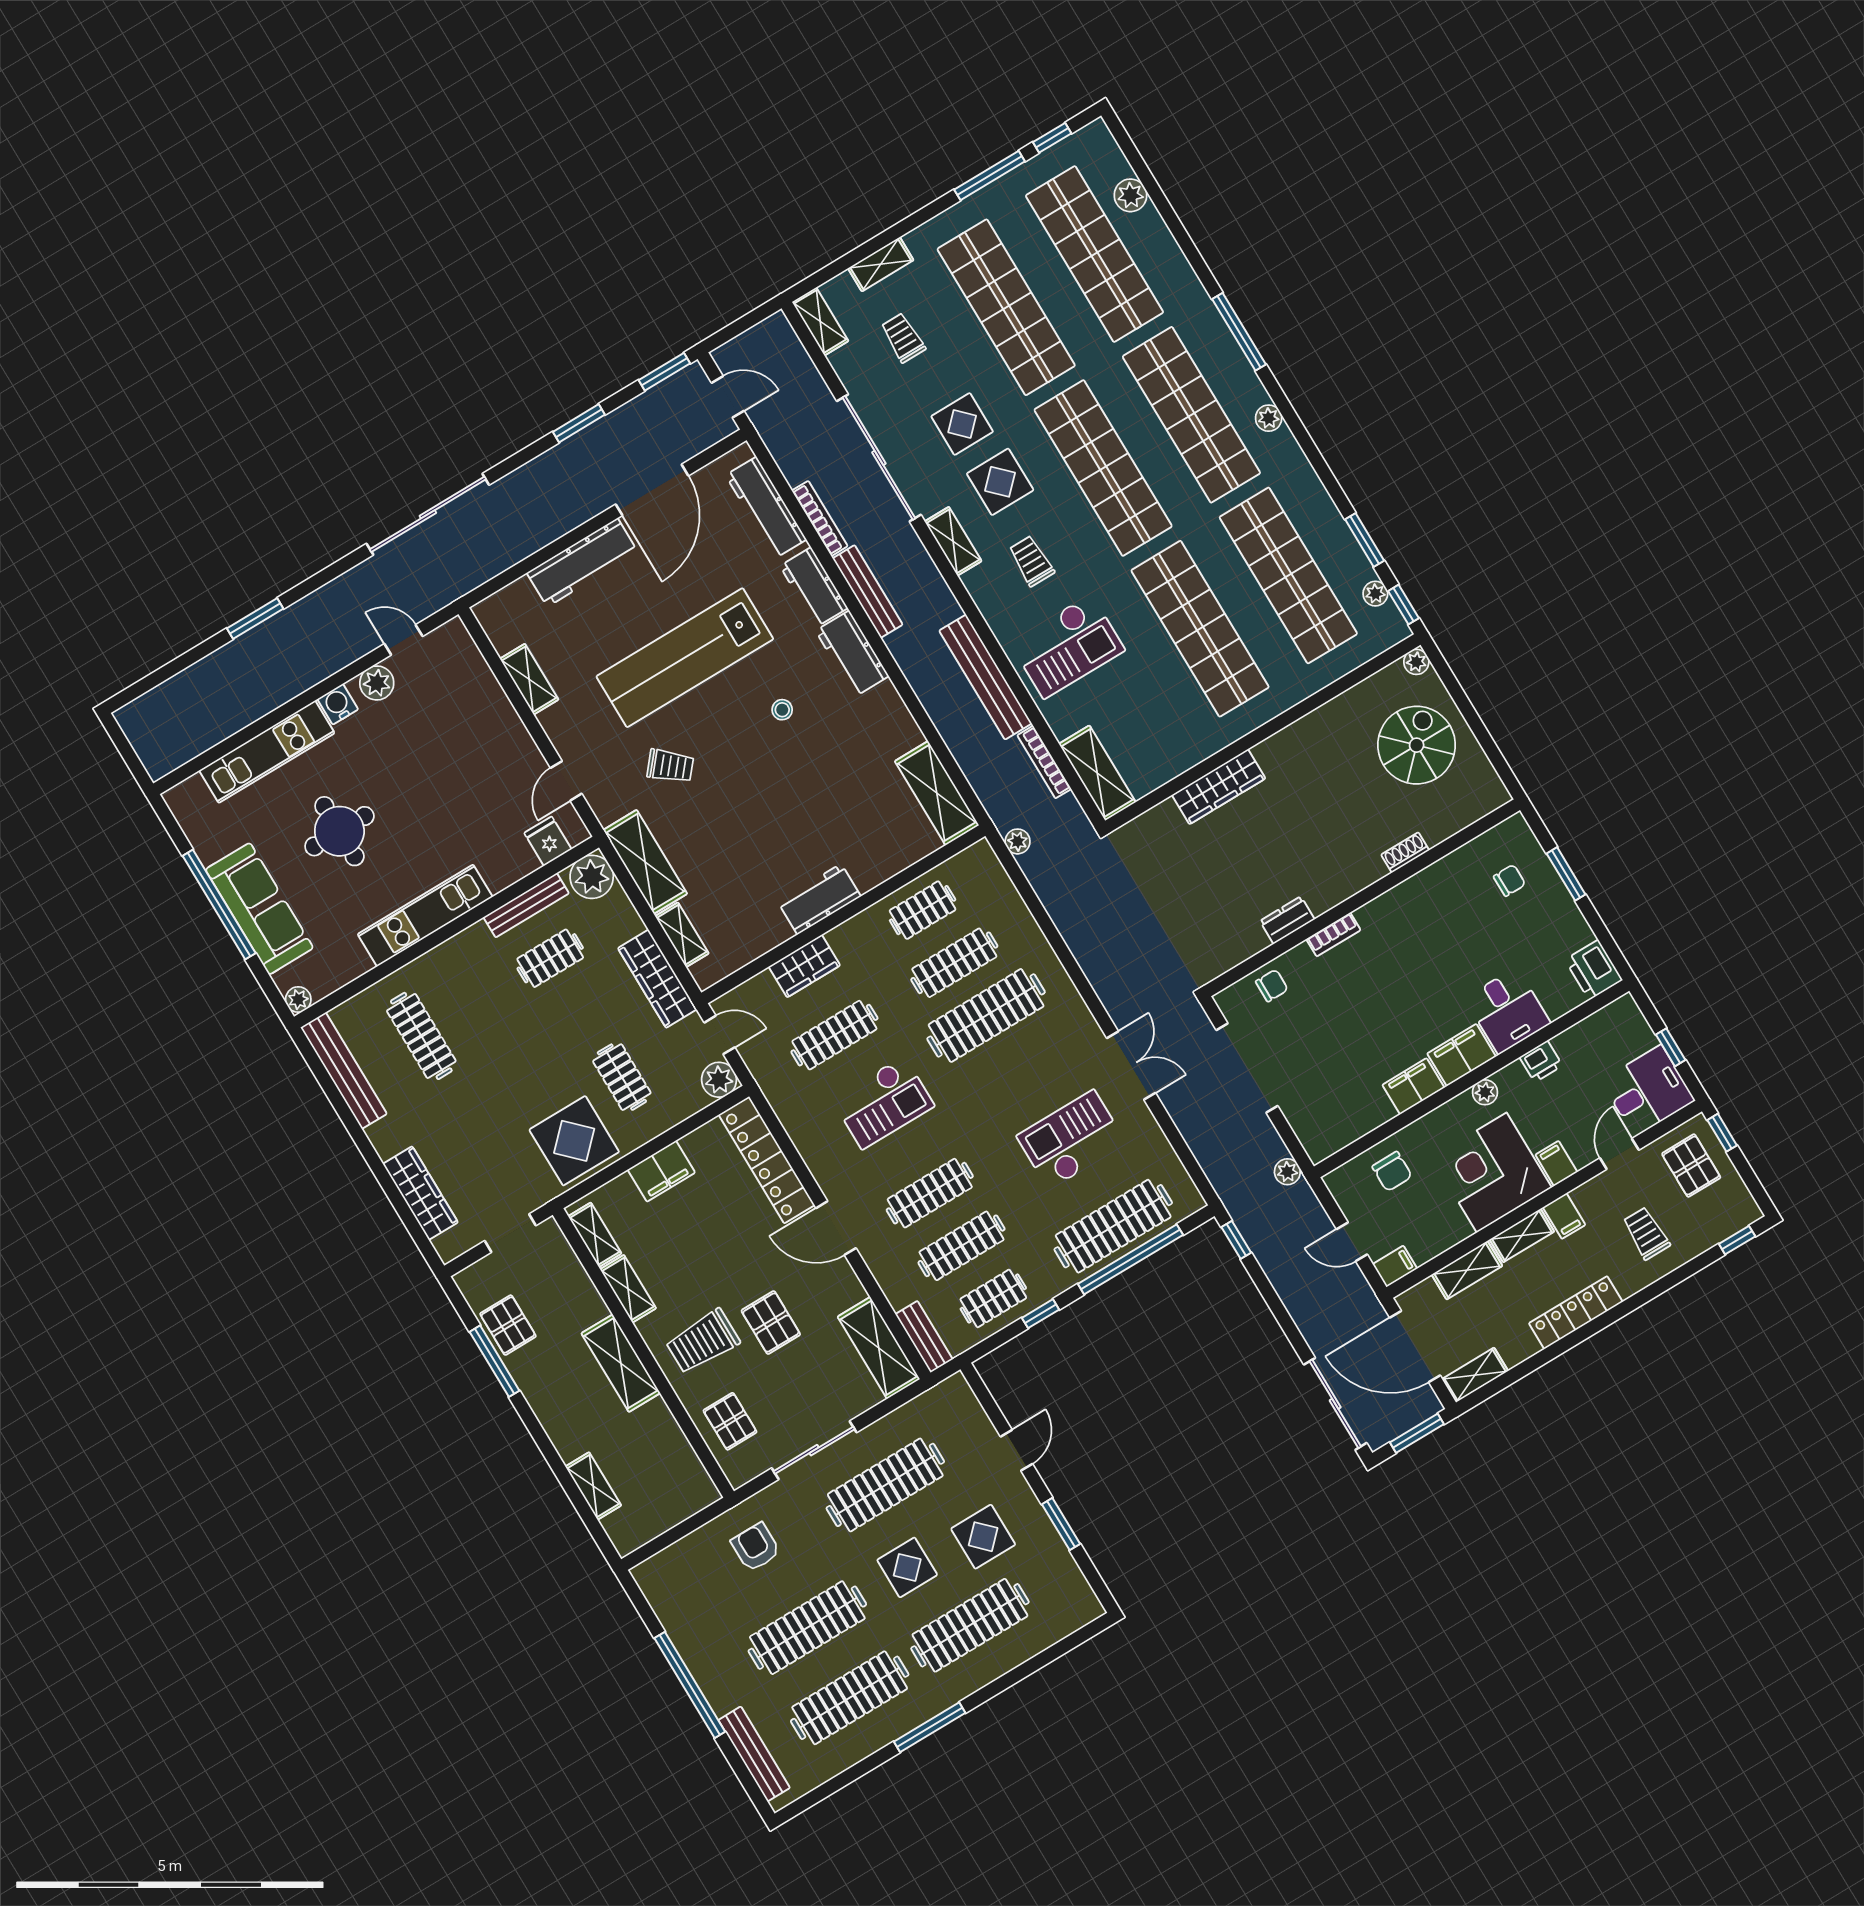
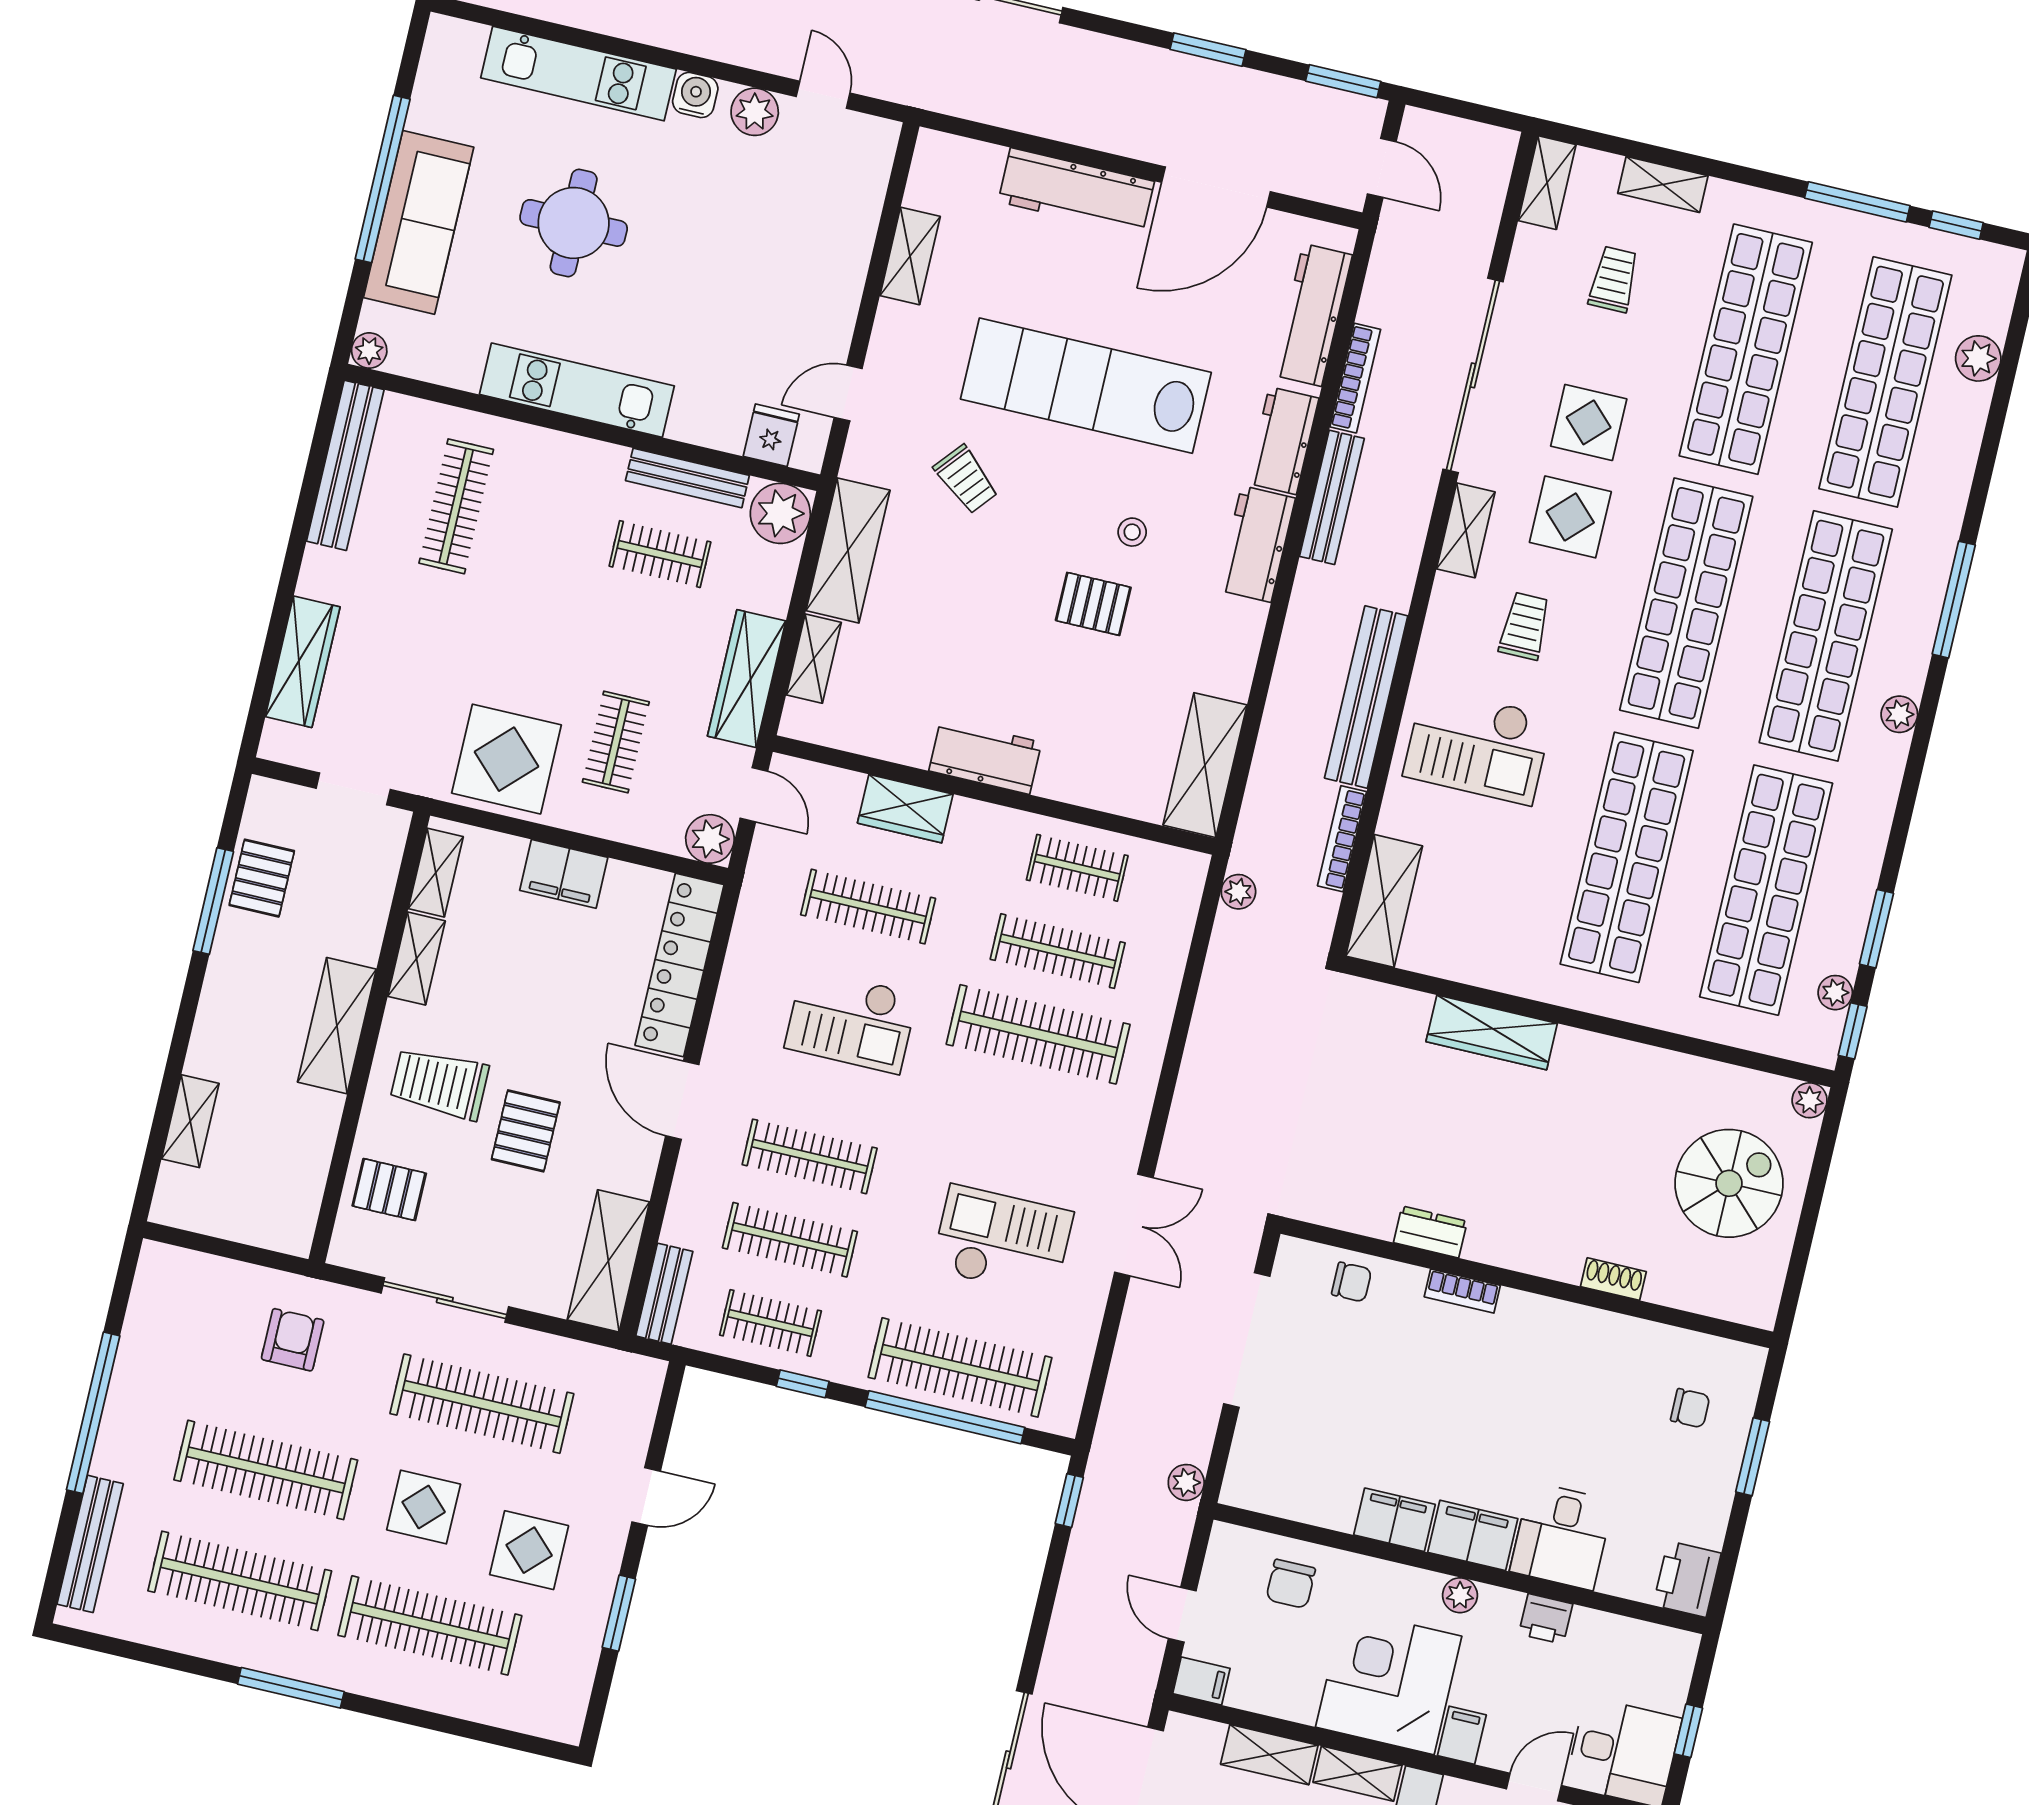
pallet: (798, 766) -> (1093, 604), added
pallet: (730, 1421) -> (389, 1190), turned 90

